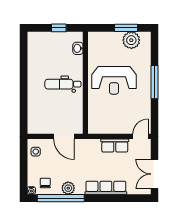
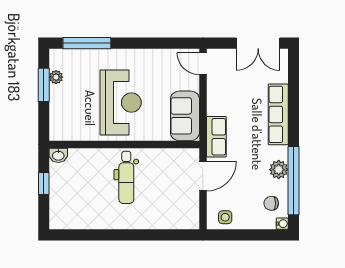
plant: (131, 40) -> (56, 77), width x0.53, depth x0.53
washbasin: (78, 48) -> (58, 155), moved
window: (155, 82) -> (87, 43), moved
sofa: (105, 124) -> (185, 116), added
row of seats: (115, 146) -> (216, 137), moved

